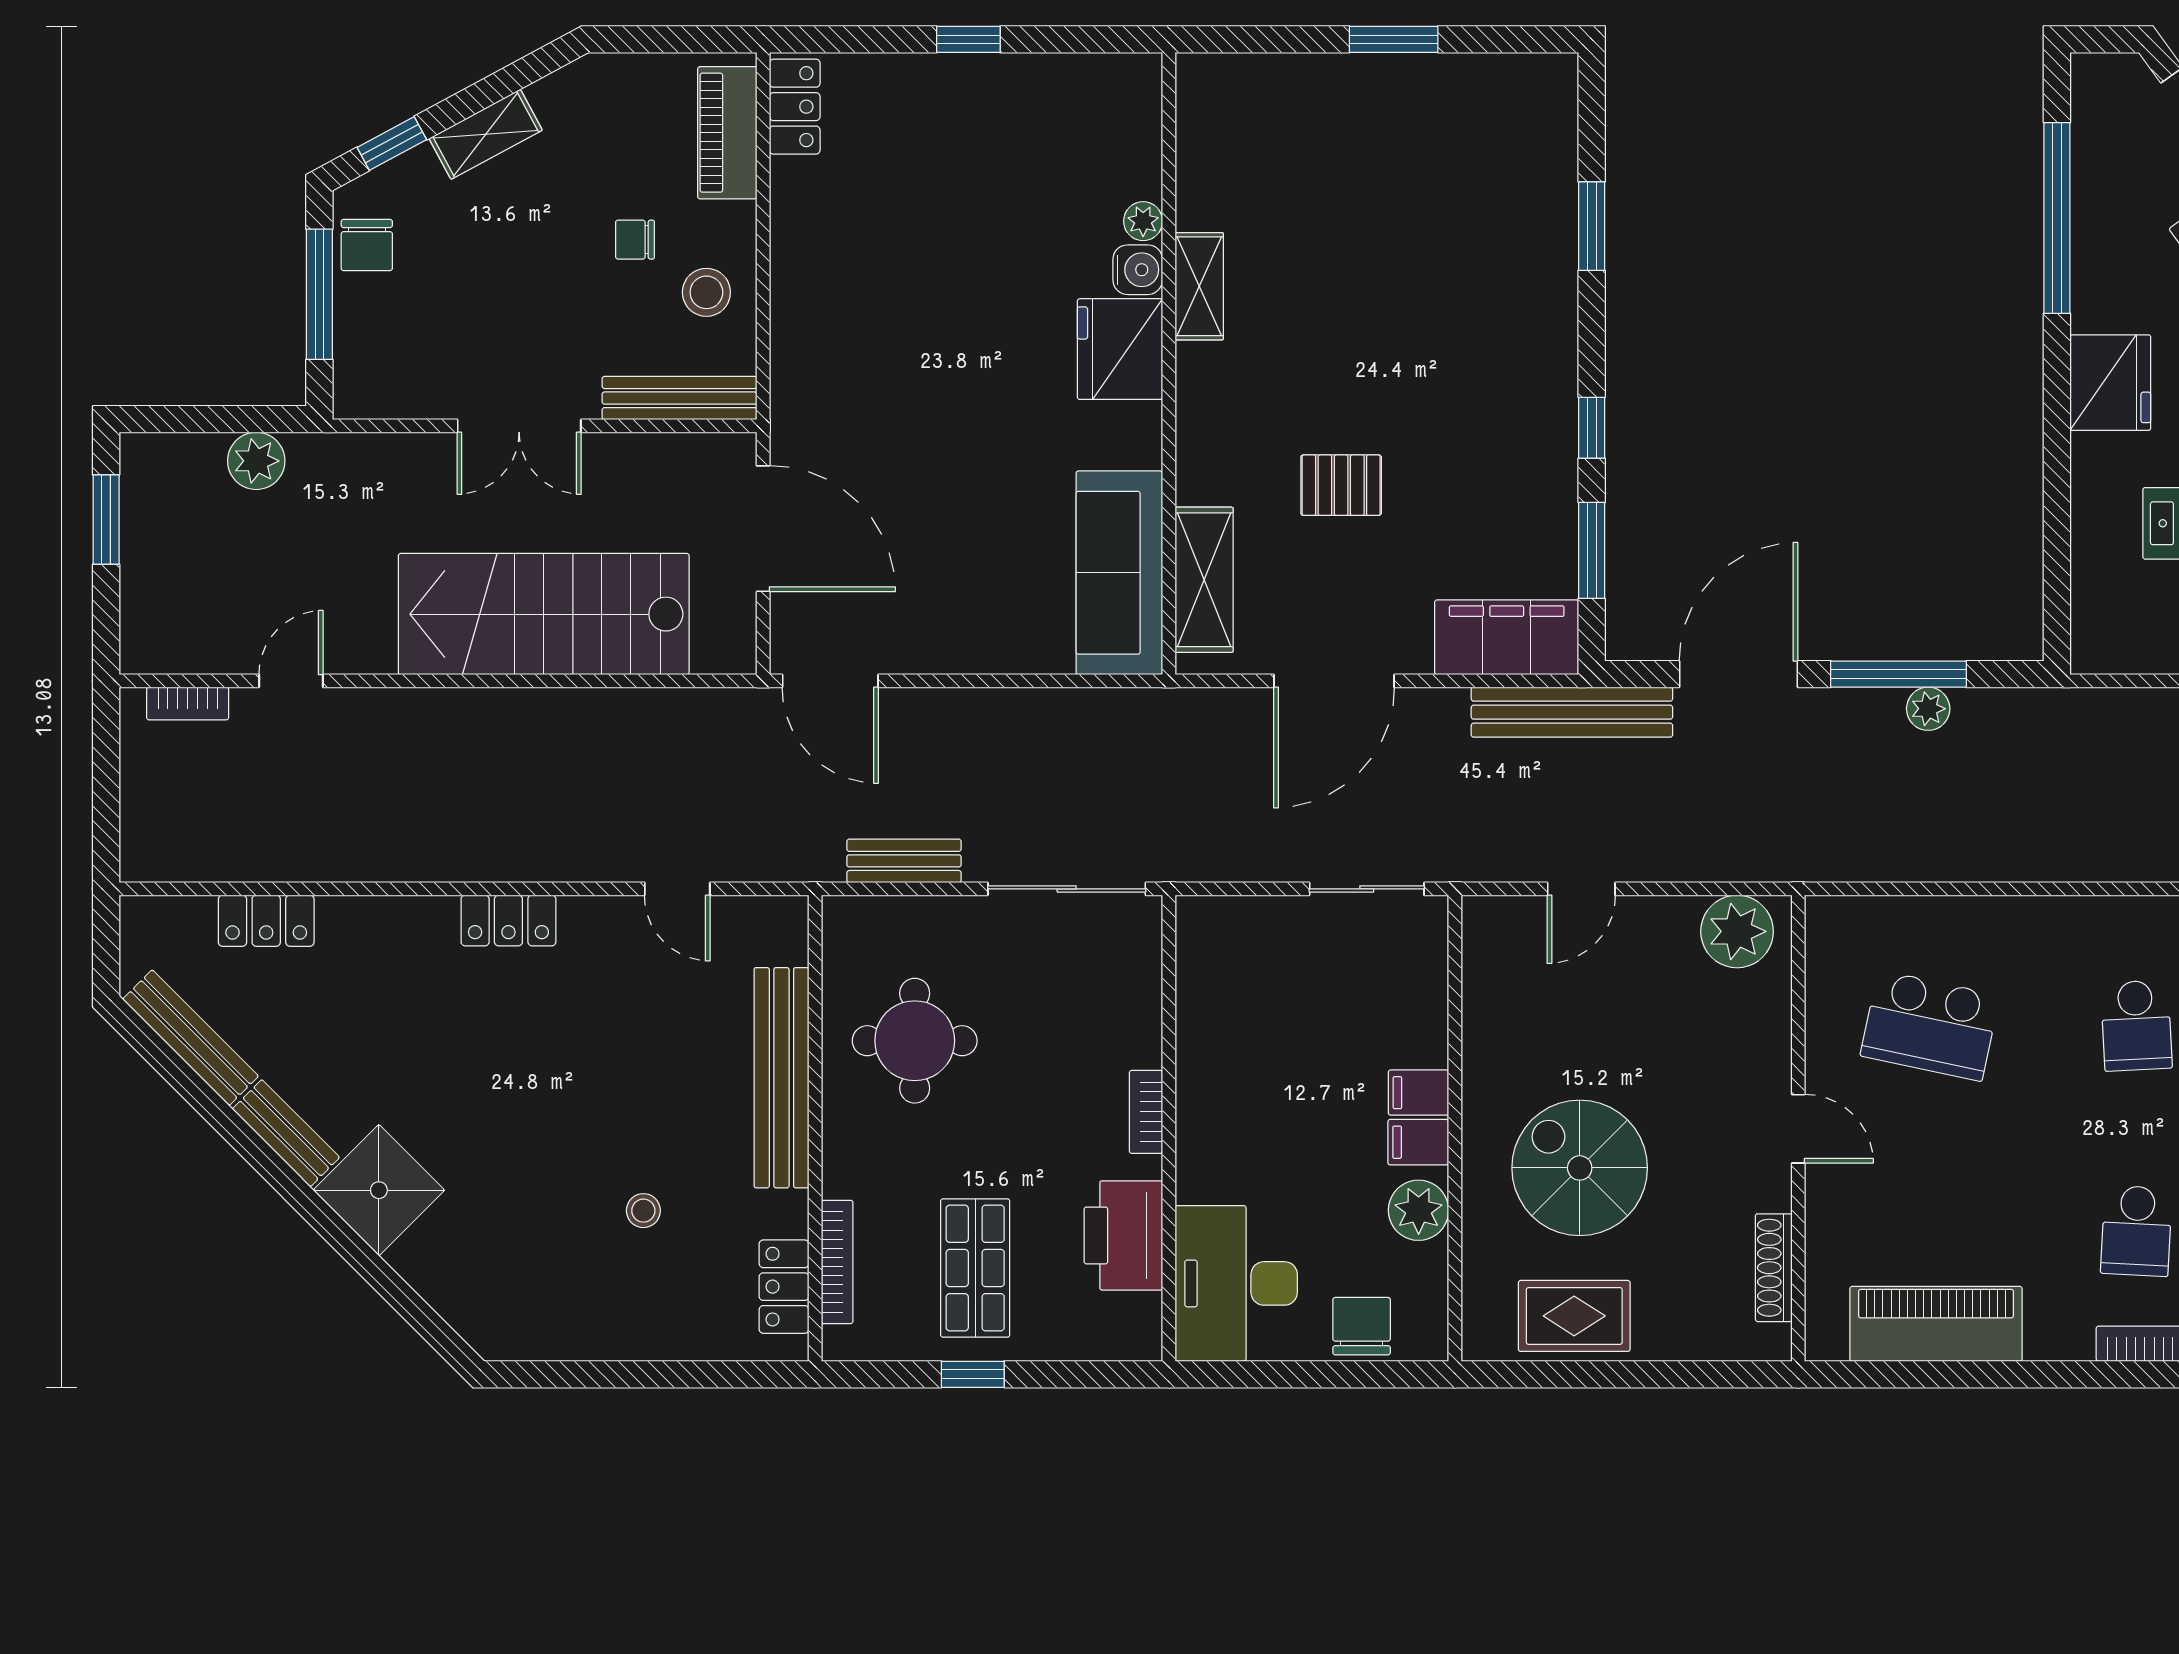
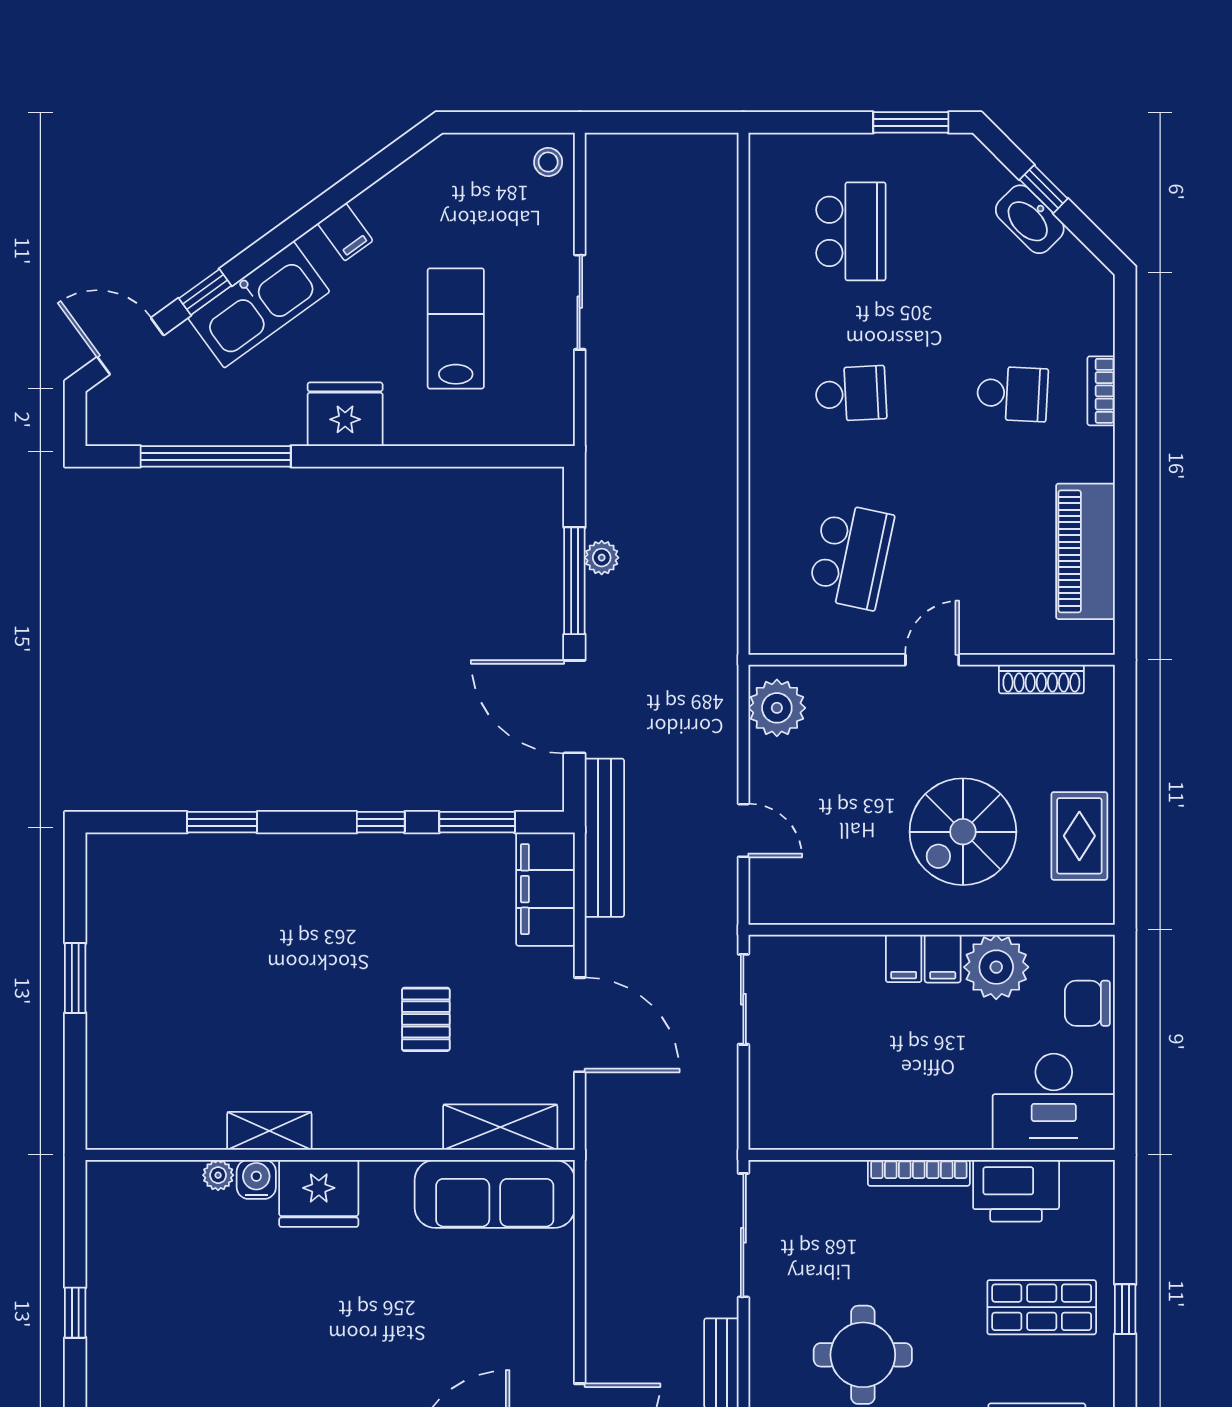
bookcase: (1146, 1112) -> (919, 1173), width x1.56
plant: (1419, 1210) -> (996, 967), width x1.36, depth x1.36

